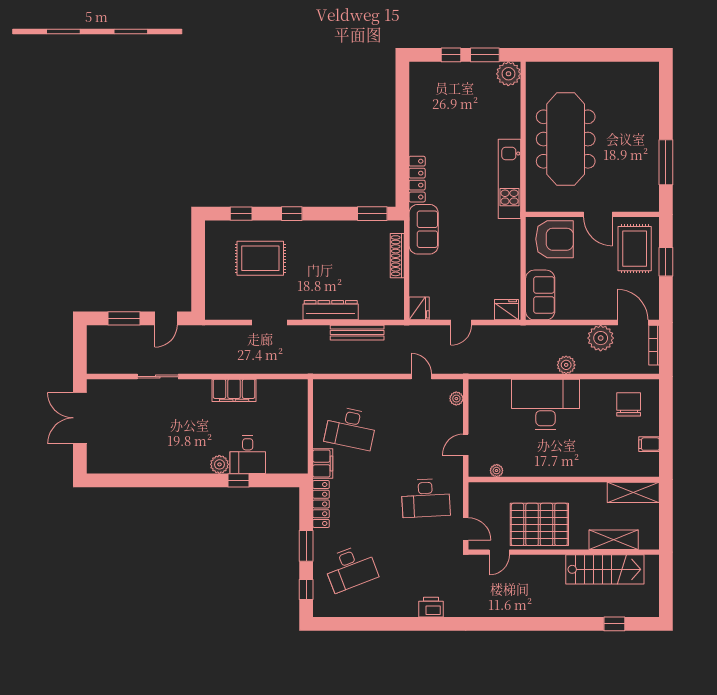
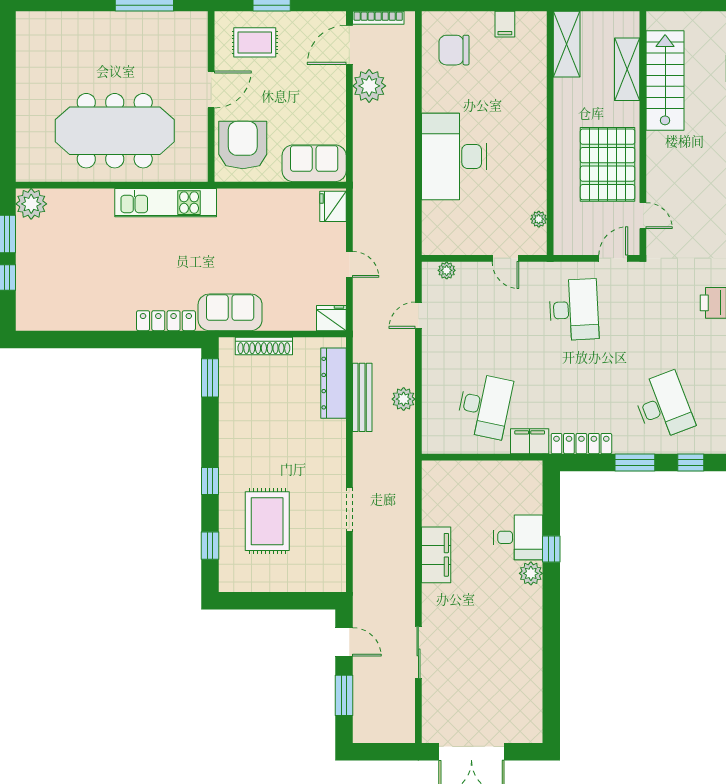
rug: (635, 249) -> (255, 42), width x0.73, depth x0.70
dresser: (331, 310) -> (334, 383), moved
plant: (566, 365) -> (404, 399), moved

